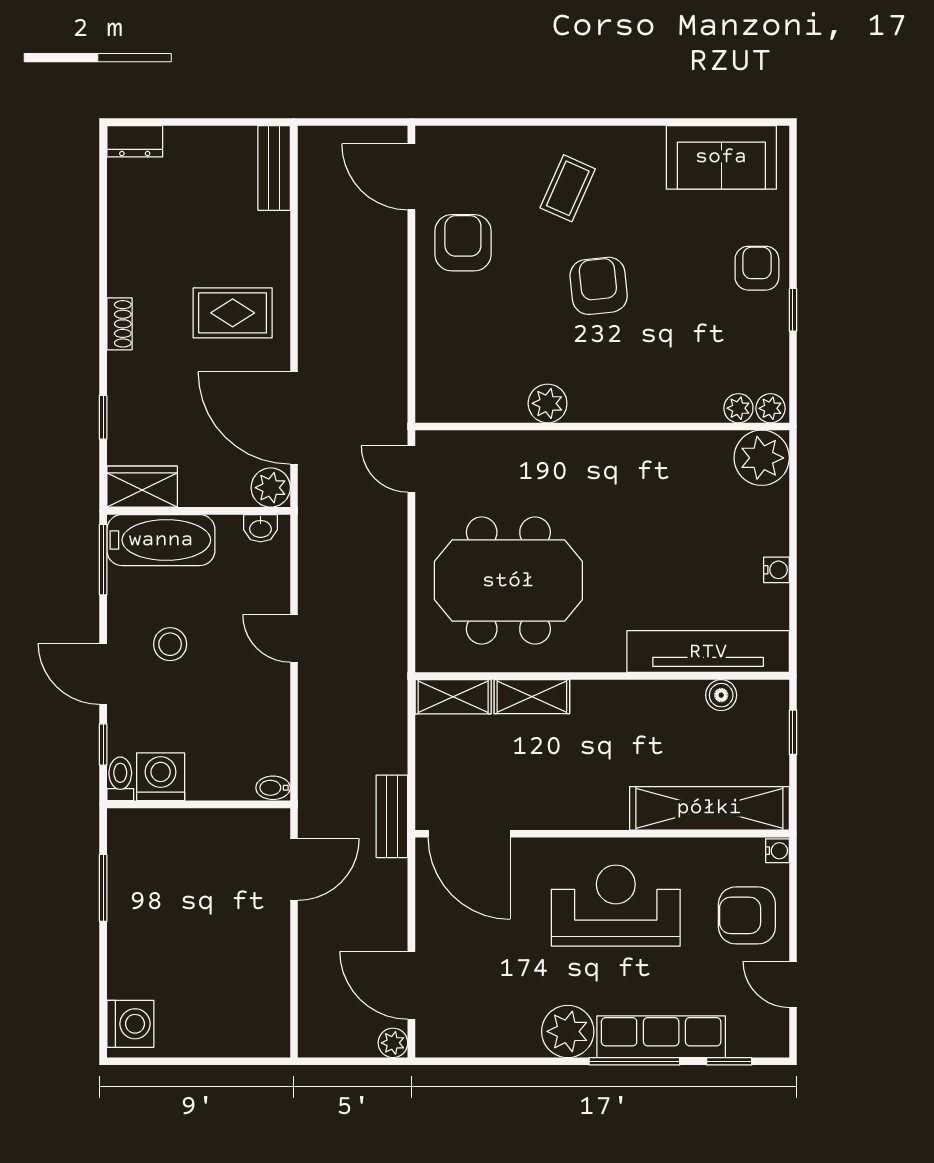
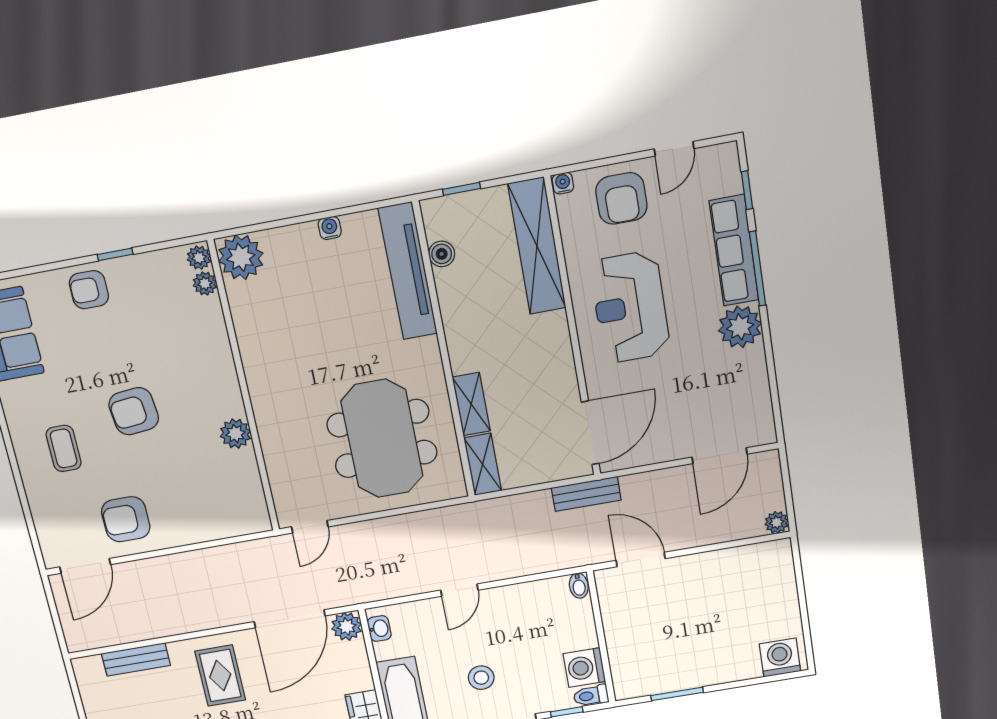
bench: (274, 168) -> (136, 659), moved
coffee table: (568, 188) -> (64, 448), turned 66
plant: (393, 1043) -> (777, 522), moved

